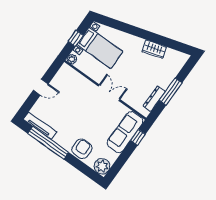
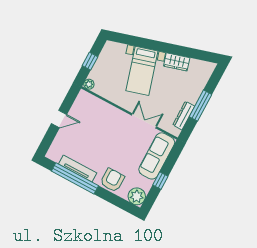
bed with nightstands: (100, 48) -> (142, 71), moved, turned 74
double door: (109, 93) -> (144, 121), moved
tv unit: (40, 126) -> (78, 169), moved
window: (138, 137) -> (160, 181), moved

